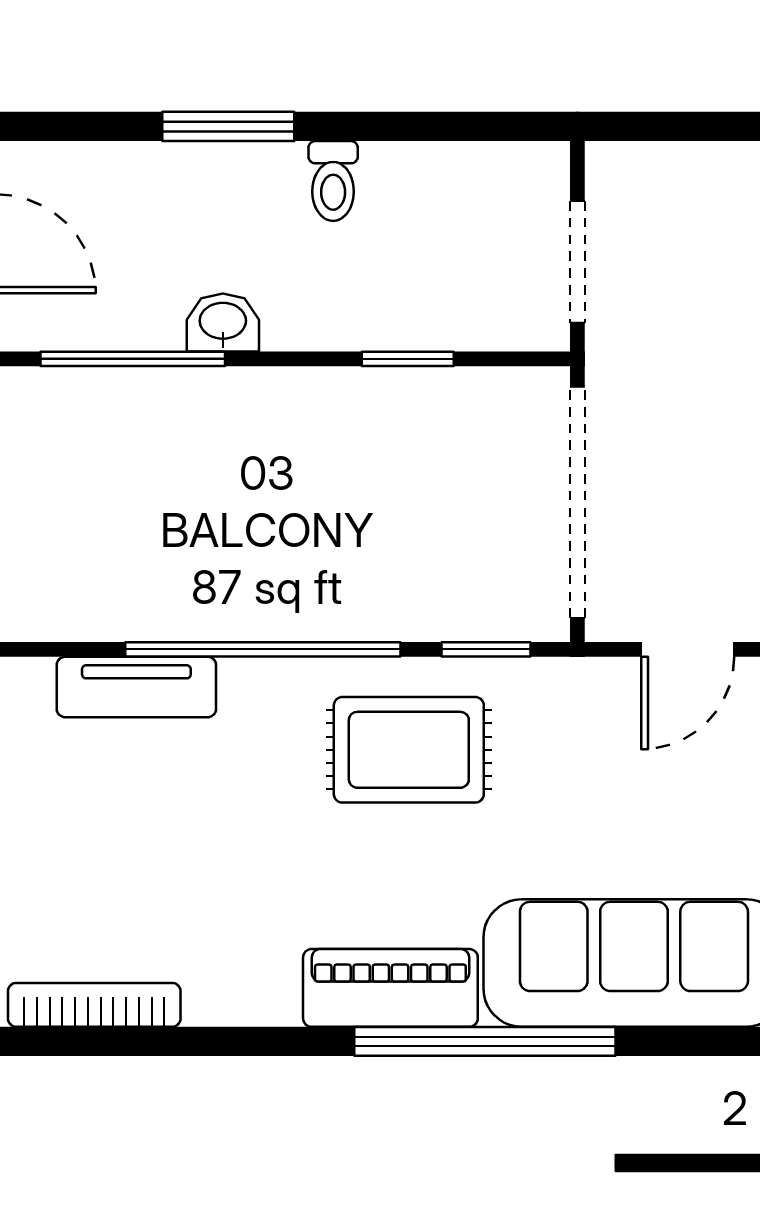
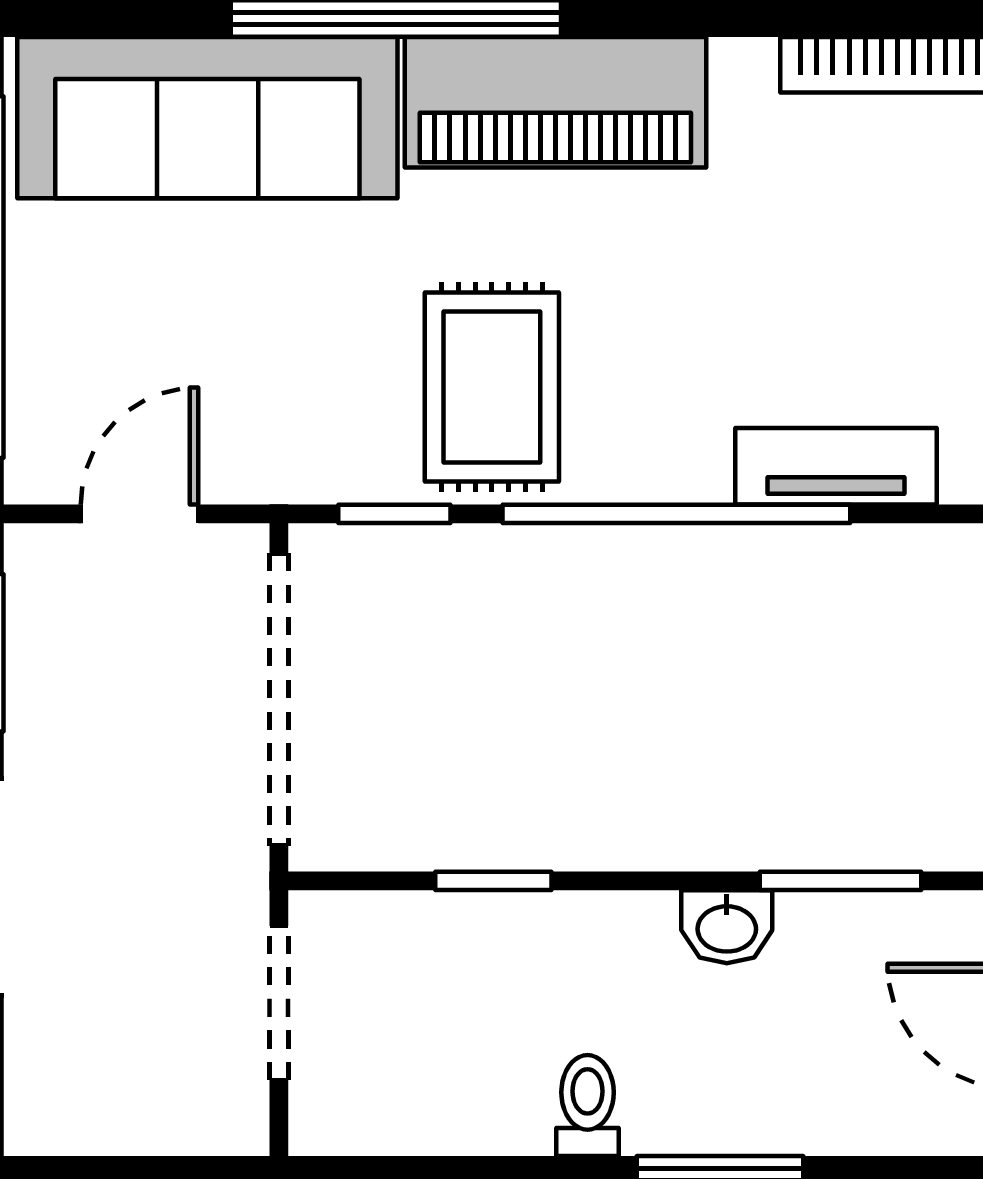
window: (133, 359) -> (841, 881), width x0.69
rug: (409, 750) -> (492, 387), turned 90
piano: (390, 988) -> (555, 102), width x1.37, depth x1.33

